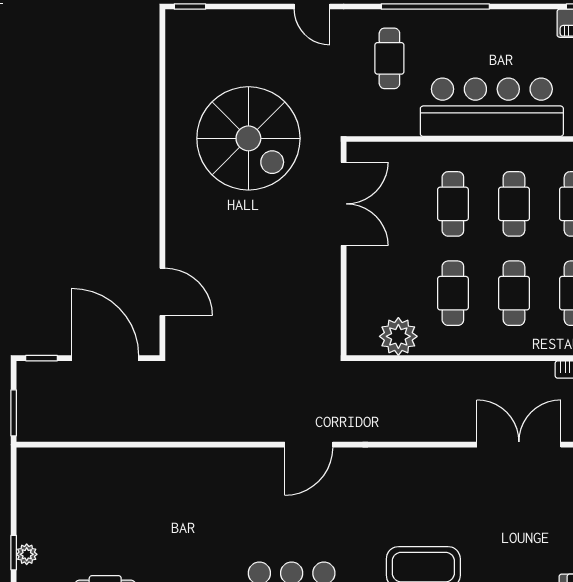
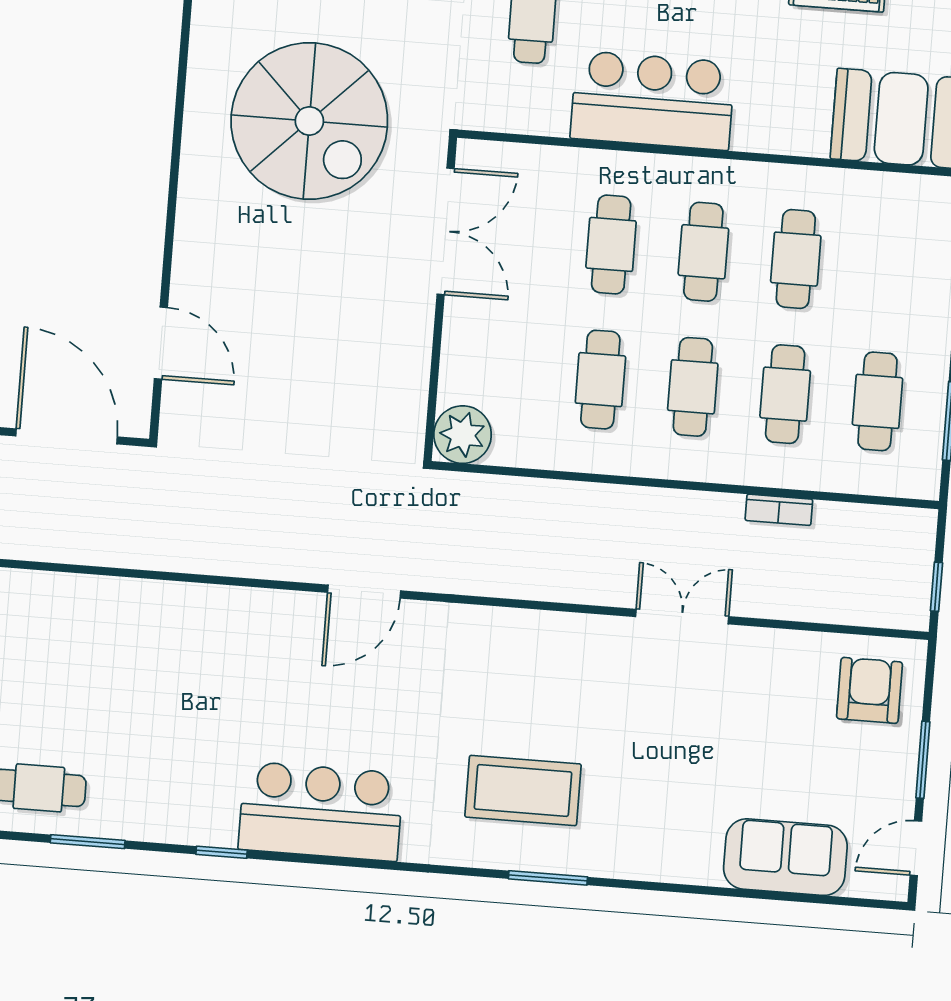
bar counter: (492, 107) -> (653, 100), width x0.73
plant: (398, 336) -> (463, 435), moved
double door: (519, 445) -> (682, 617), width x0.73

